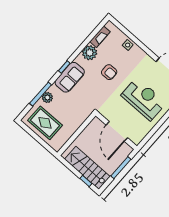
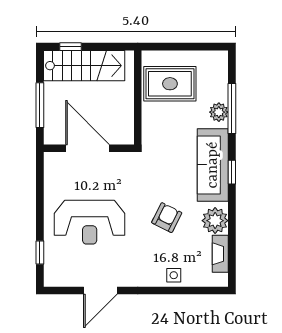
armchair: (109, 72) -> (167, 218), turned 117
sofa: (70, 77) -> (213, 165), width x1.36
rug: (45, 123) -> (170, 84), moved

